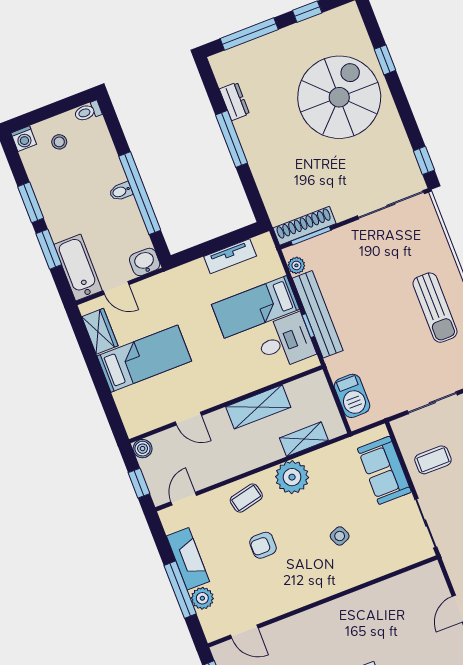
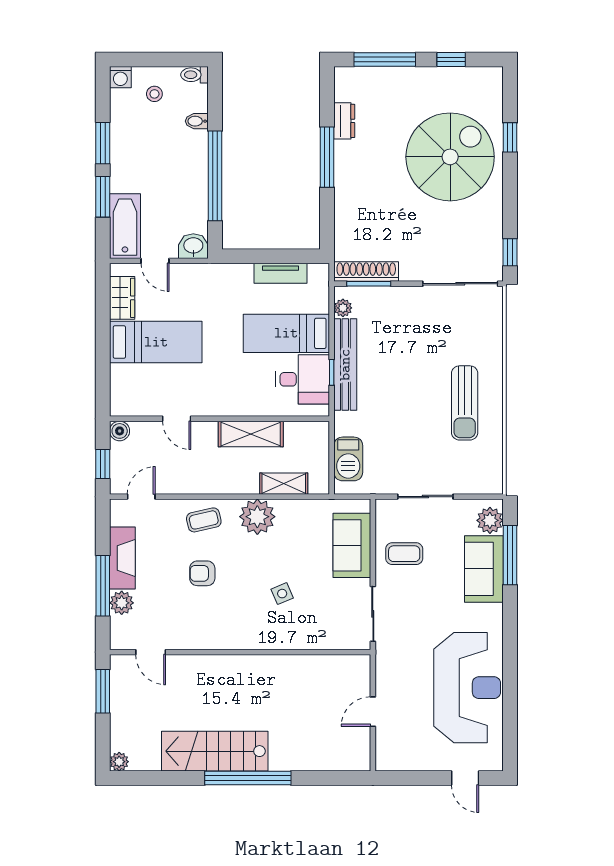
bidet: (121, 191) -> (197, 121), moved

